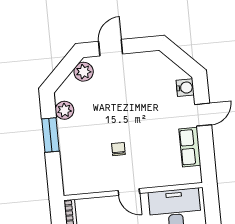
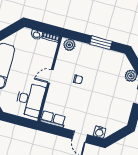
plant: (64, 110) -> (69, 45), moved
row of seats: (190, 147) -> (53, 119), moved

